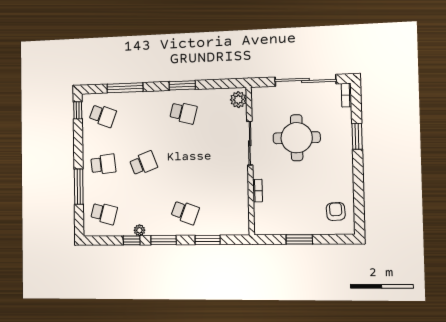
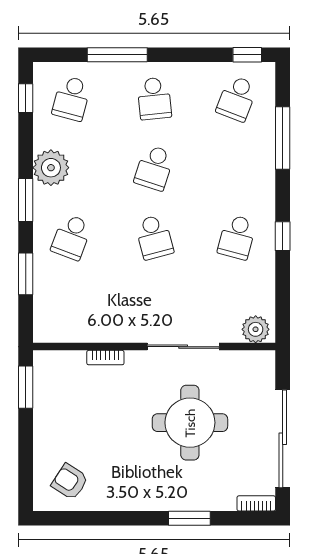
window: (182, 85) -> (283, 236), width x0.67
school desk: (184, 162) -> (154, 237), added
school desk: (143, 163) -> (154, 168), turned 39
armchair: (336, 212) -> (70, 482), turned -144
plant: (139, 230) -> (51, 168), width x1.87, depth x1.87
window: (299, 239) -> (26, 387), moved
window: (132, 240) -> (26, 98), moved

